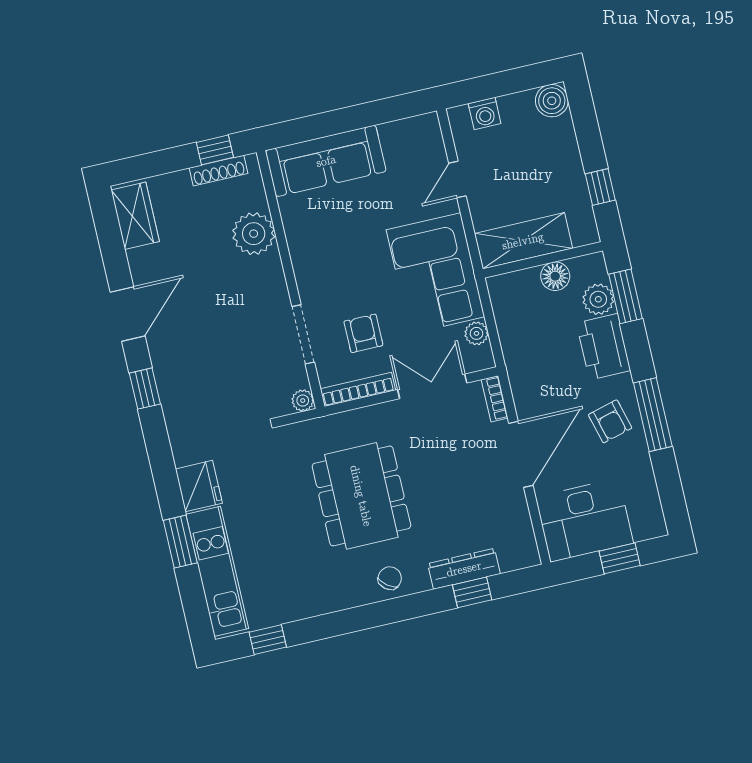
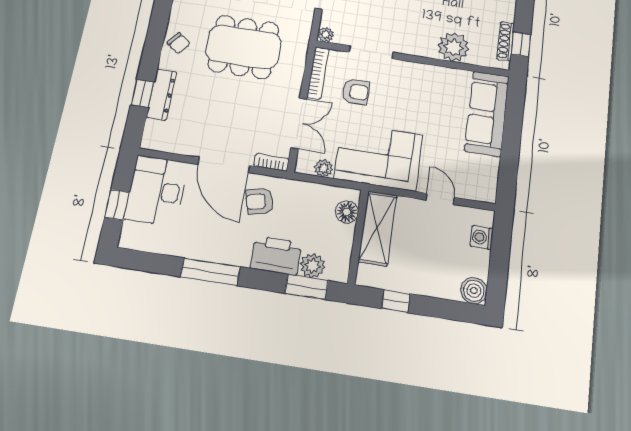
floor lamp: (555, 276) -> (347, 212), moved
armchair: (610, 421) -> (260, 201), moved

